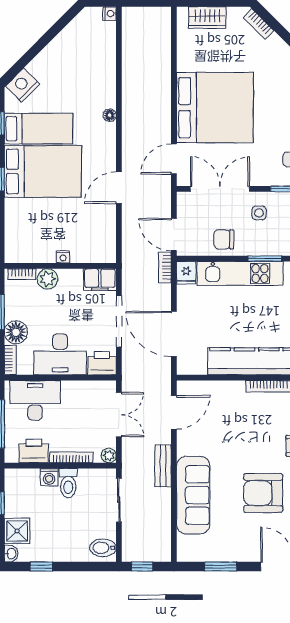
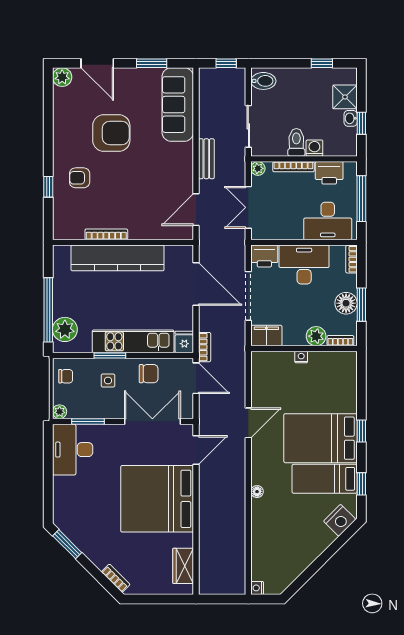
wardrobe: (207, 17) -> (183, 566), moved, turned -90
double door: (220, 189) -> (152, 422), swing flipped
side table: (259, 213) -> (108, 380), moved
floor lamp: (16, 332) -> (346, 303), moved
sofa: (193, 495) -> (178, 105), moved
washbasin: (11, 554) -> (351, 118), moved

